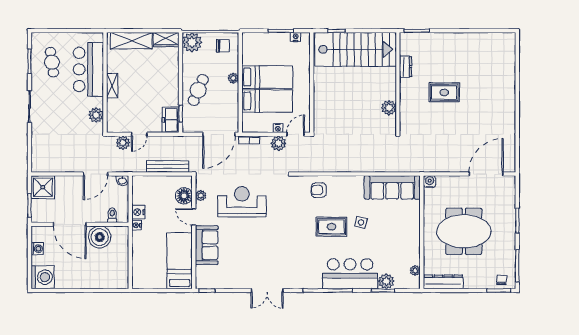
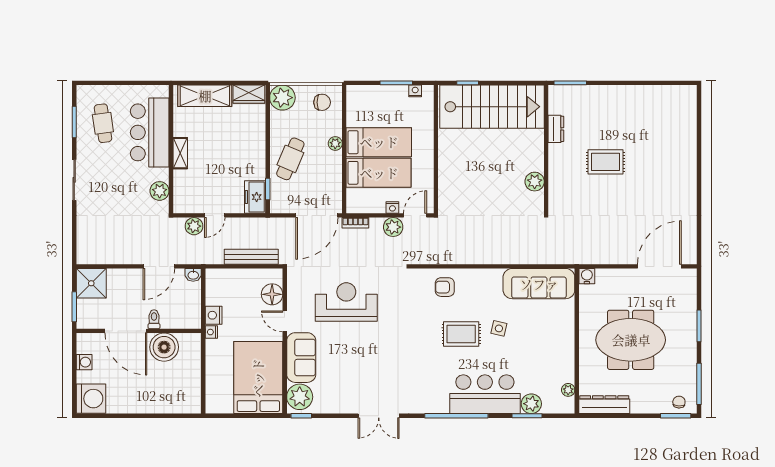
plant: (201, 195) -> (300, 397), moved, width x1.87, depth x1.87
toilet: (112, 215) -> (154, 319), moved
bed: (180, 261) -> (258, 378), width x1.50

